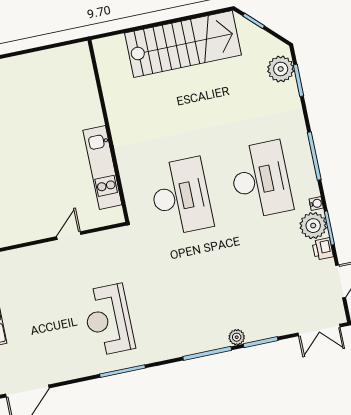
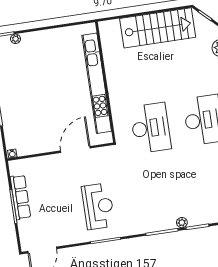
kitchen unit: (102, 168) -> (97, 83), width x1.86
door: (69, 236) -> (75, 149), width x1.87
reception desk: (108, 320) -> (98, 206), turned 180

